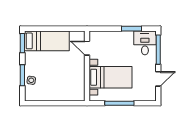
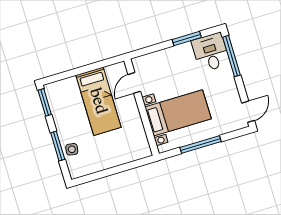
bed: (47, 41) -> (98, 101), moved, turned 90
door: (87, 48) -> (134, 83), hinge flipped
door: (158, 79) -> (248, 112), moved

